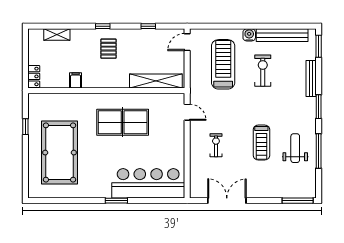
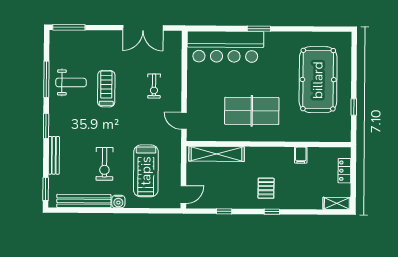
shelving: (57, 35) -> (337, 203), moved
locker: (34, 76) -> (344, 171), moved
weight bench: (295, 148) -> (71, 82), turned -90

